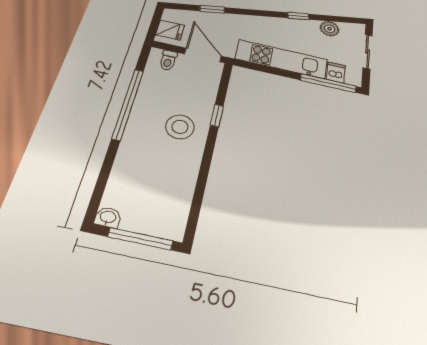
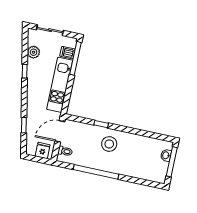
washbasin: (108, 217) -> (166, 155), moved

